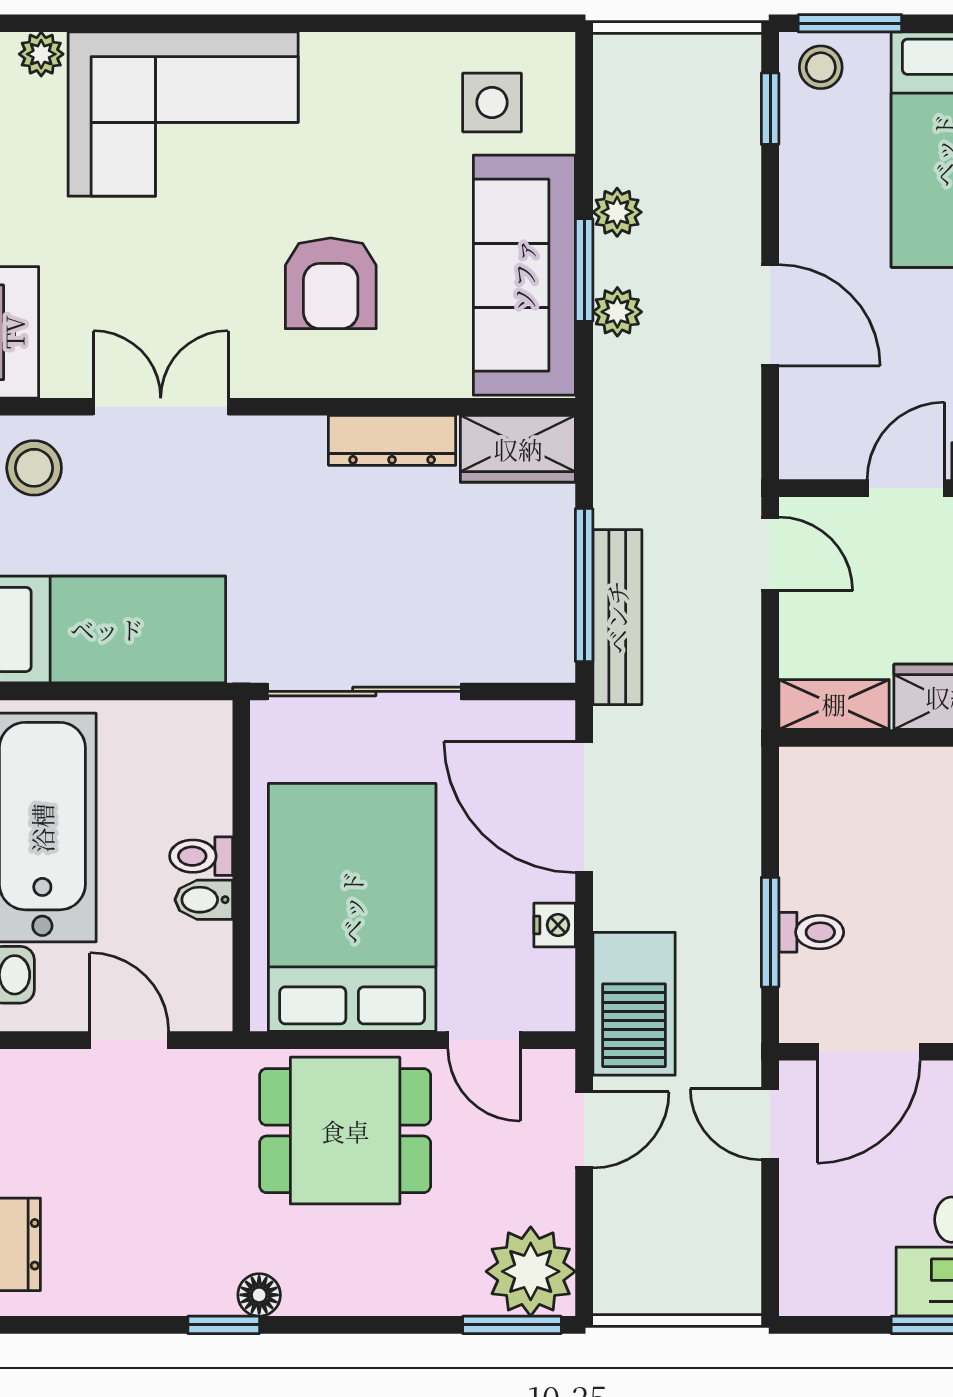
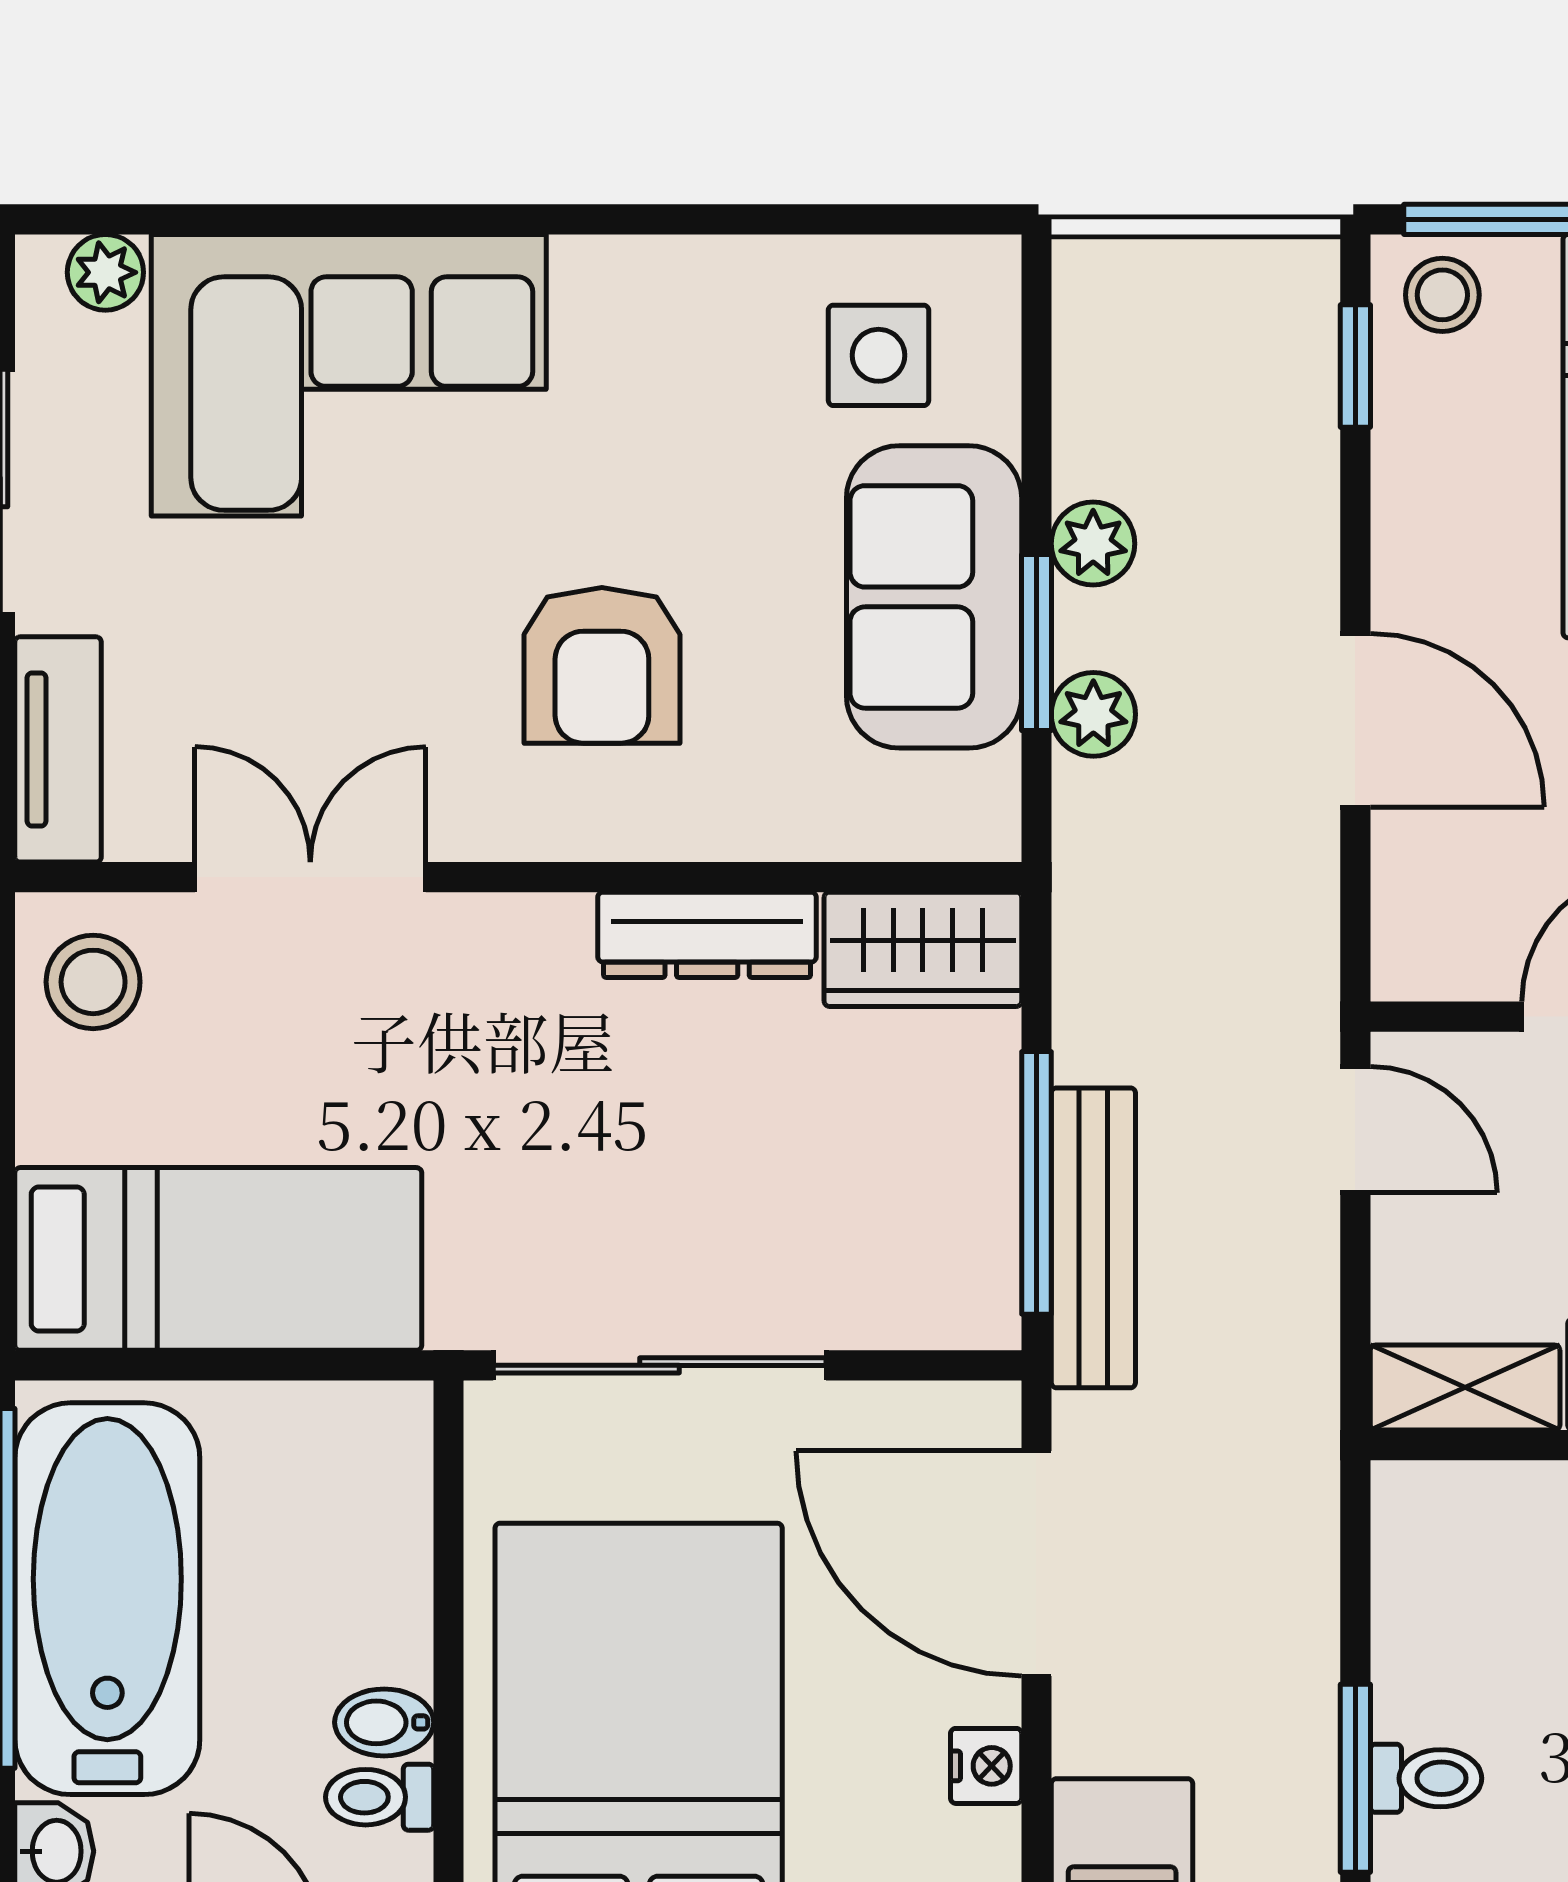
sofa: (524, 275) -> (934, 597), width x0.73
toilet: (201, 856) -> (380, 1797), moved

